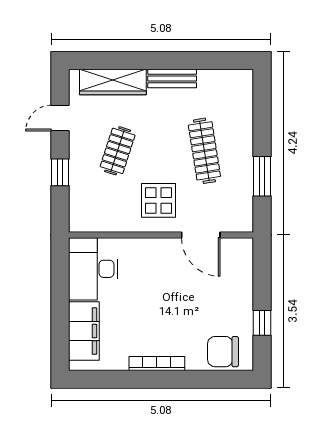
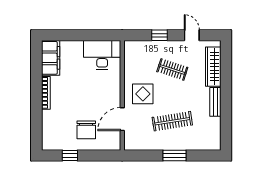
window: (262, 176) -> (174, 155), moved
filing cabinet: (84, 331) -> (51, 58), moved, turned -90
chair: (223, 352) -> (86, 130), moved, turned 180

